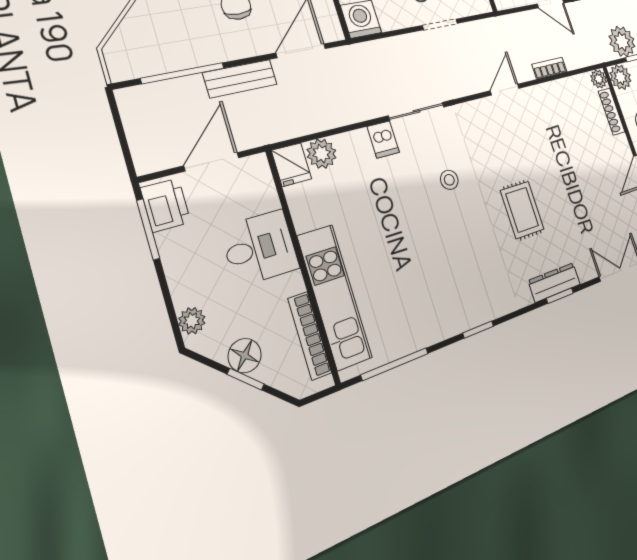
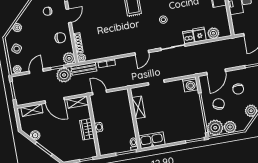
bench: (240, 79) -> (84, 69), moved
door: (505, 90) -> (142, 53), moved
fridge: (291, 165) -> (200, 35), moved

